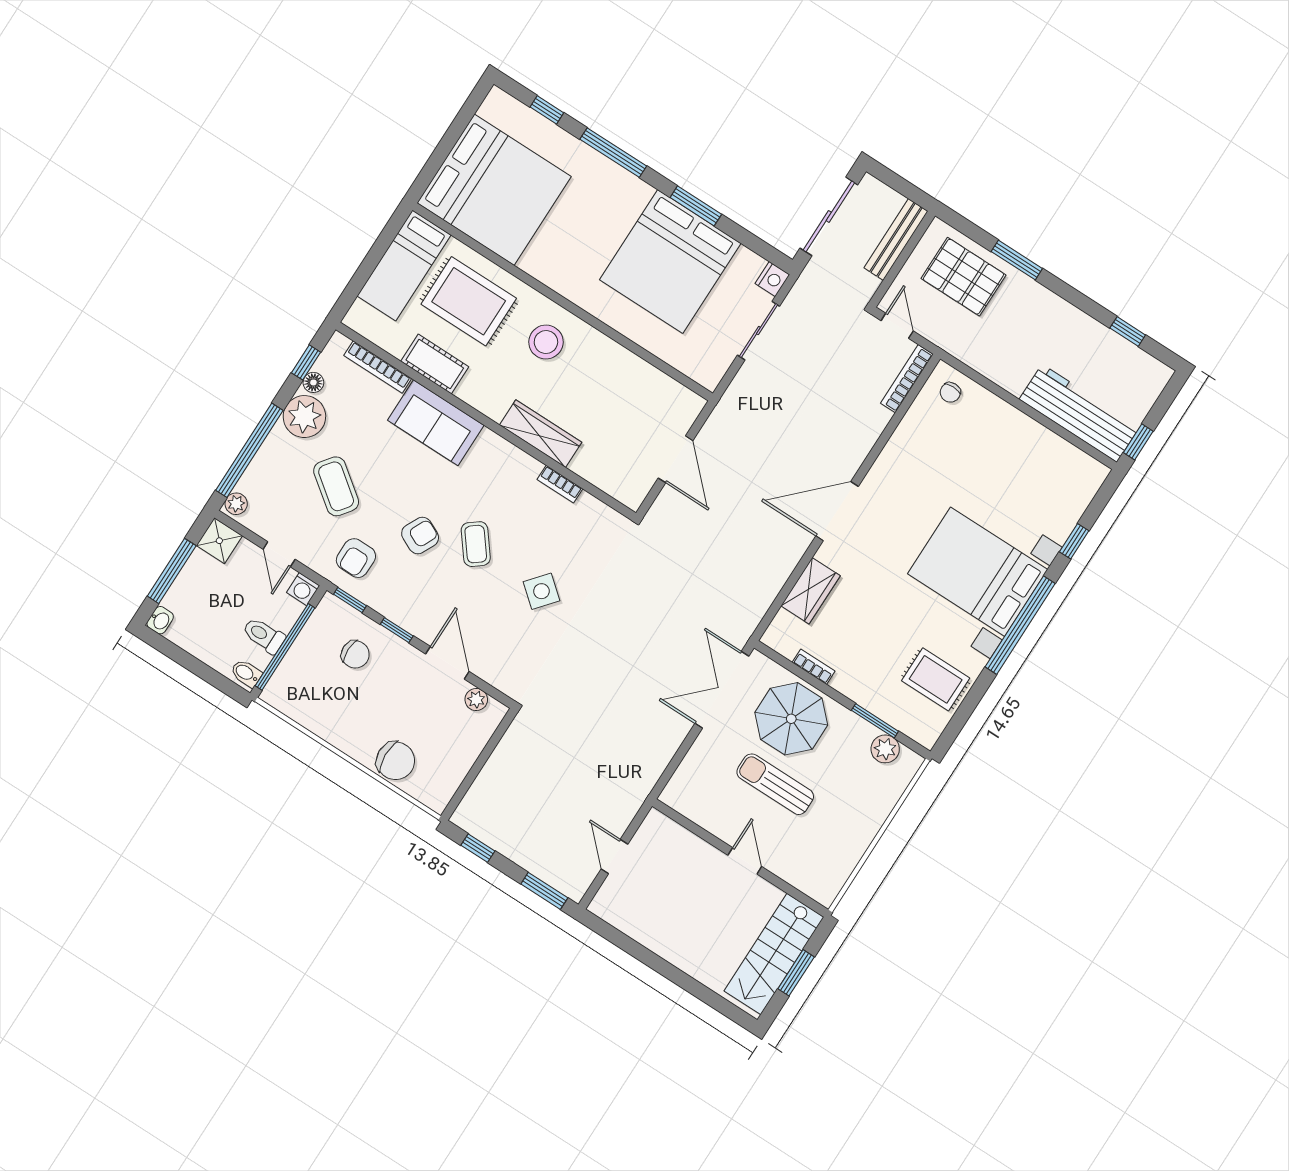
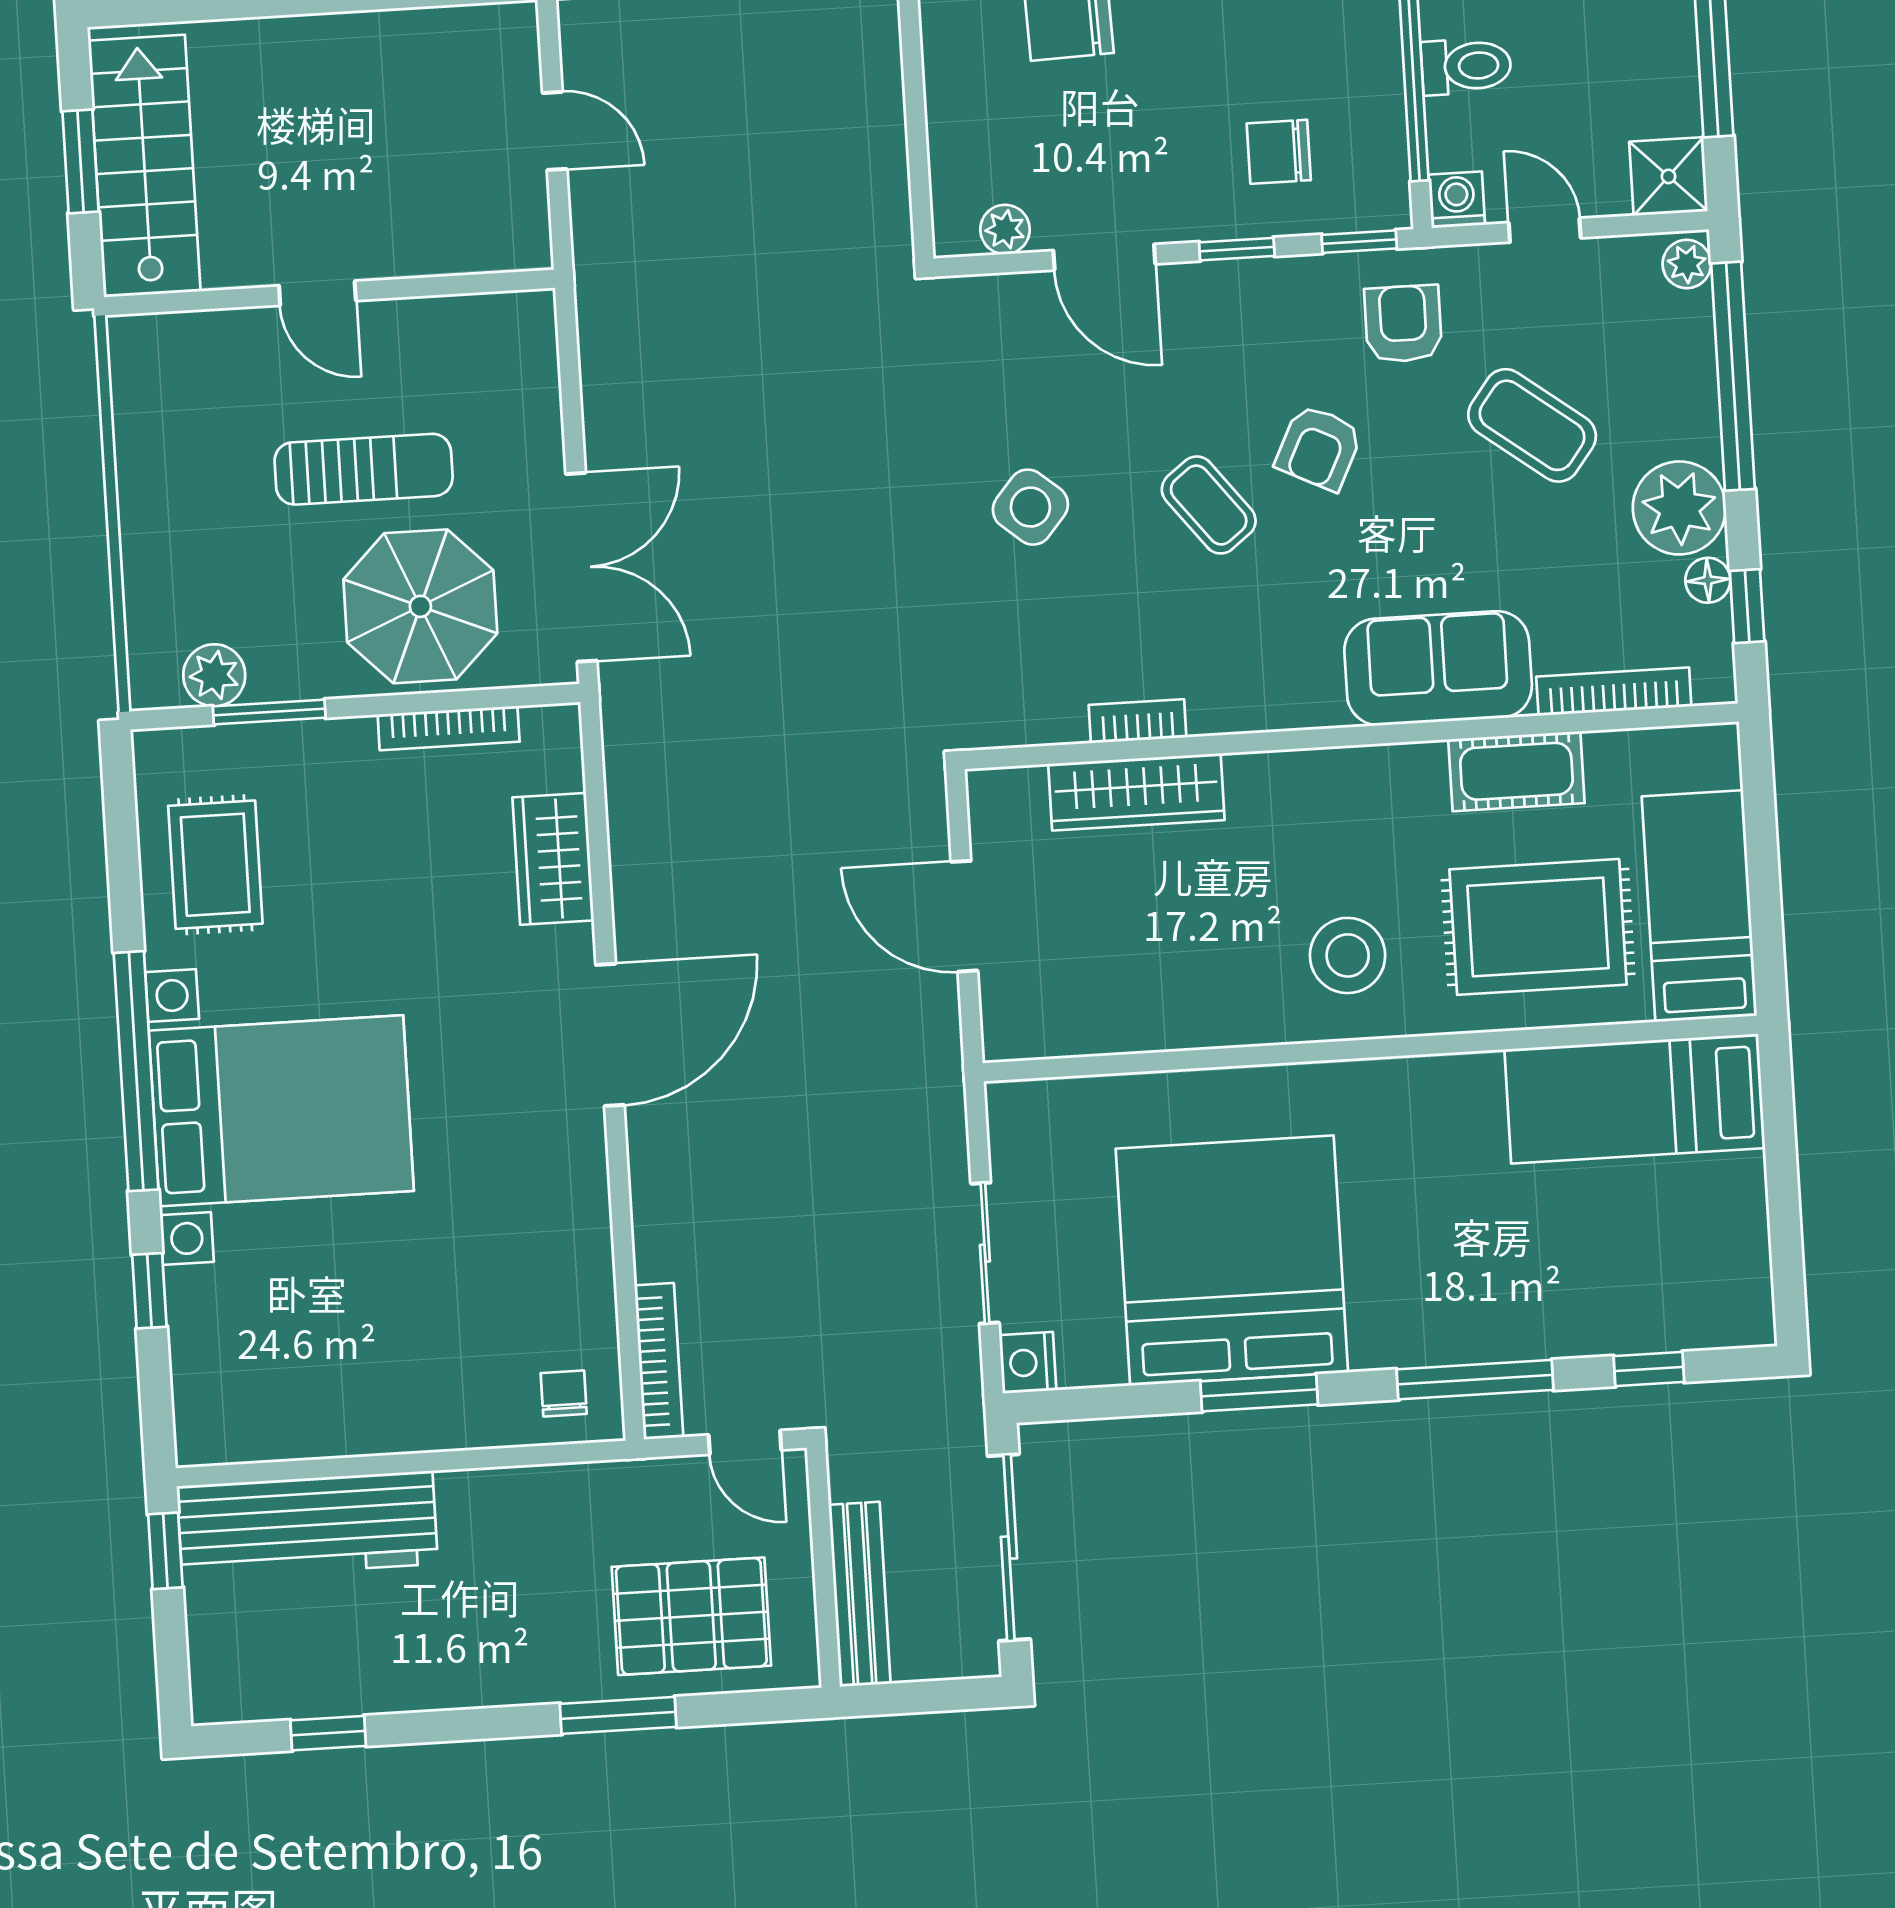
bed: (494, 190) -> (1635, 1099), width x0.49
wardrobe: (541, 434) -> (1136, 792), moved
bookcase: (814, 667) -> (449, 728), width x1.56
rug: (936, 679) -> (215, 865), turned 90

